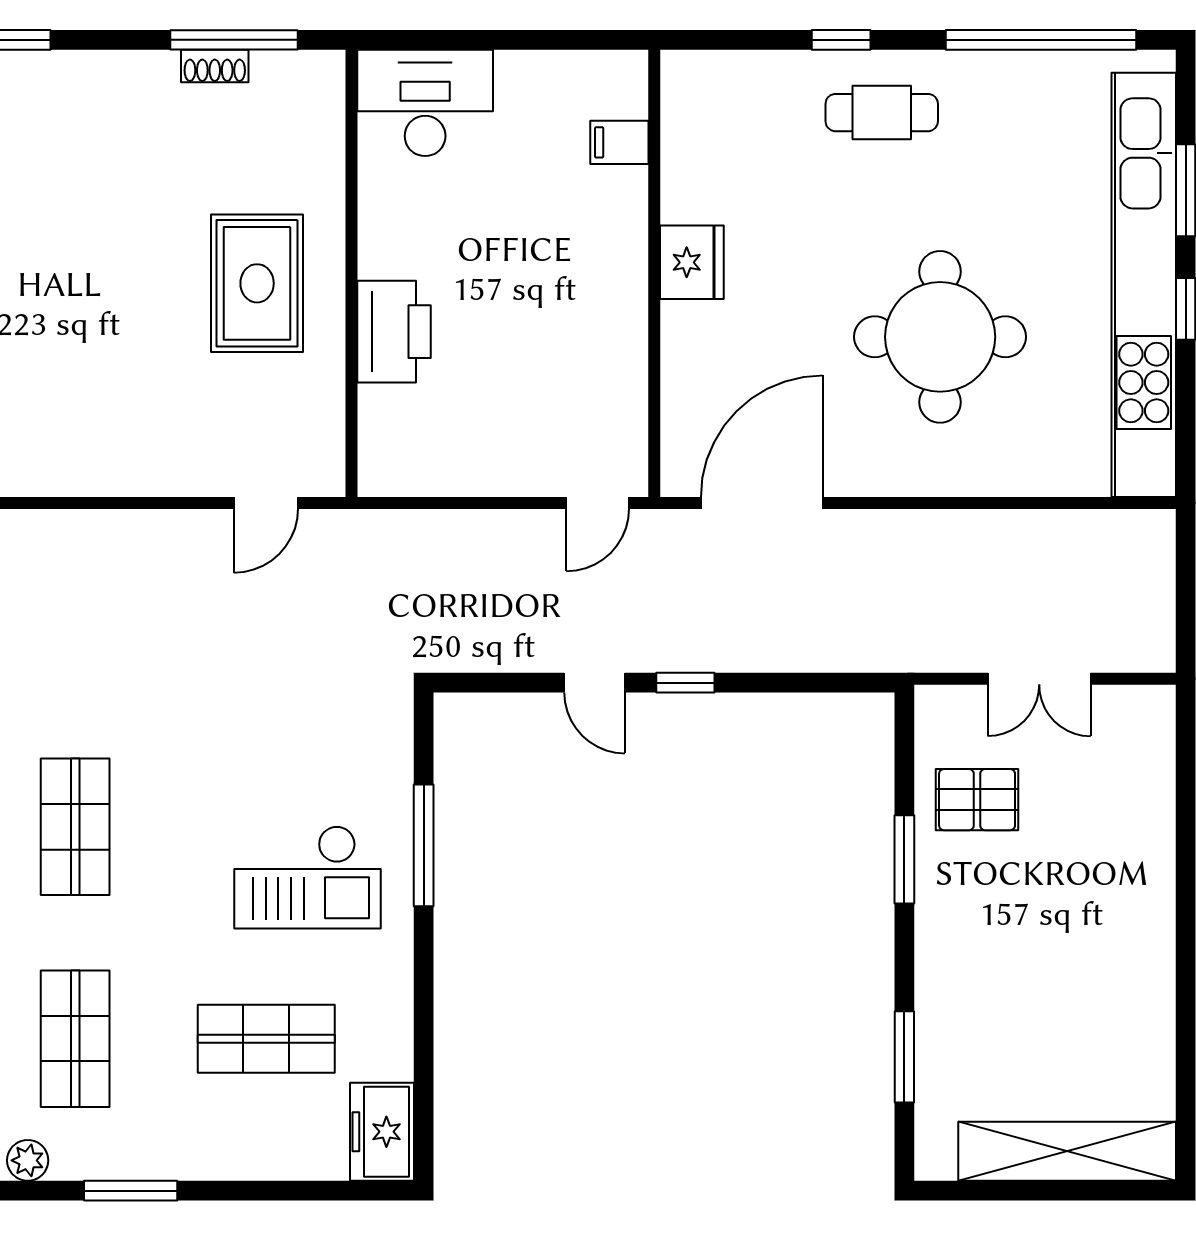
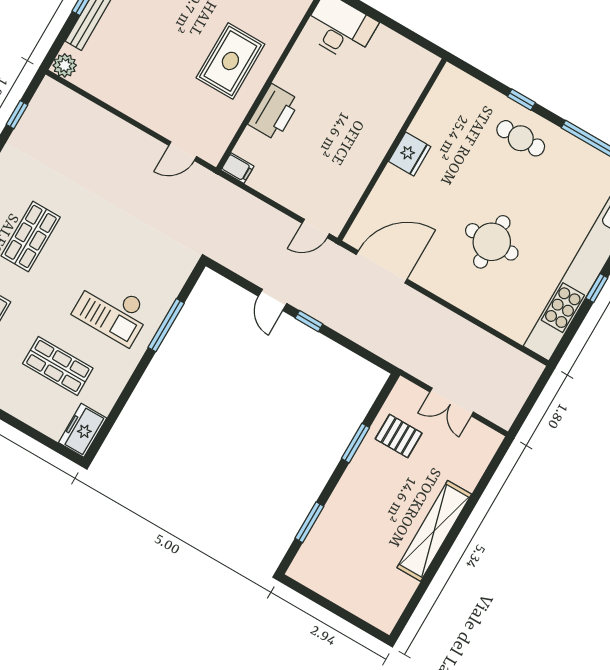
filing cabinet: (619, 142) -> (237, 168), moved, turned 180
round table: (940, 337) -> (492, 242), width x0.73, depth x0.73
shelving: (1067, 1151) -> (434, 531), moved, turned 90

